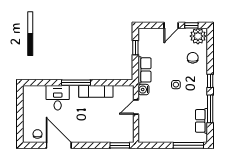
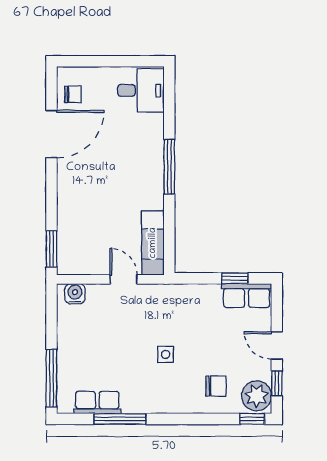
row of seats: (145, 70) -> (247, 295), moved
window: (210, 81) -> (252, 419), moved
water cooler: (144, 90) -> (75, 294), moved
exam couch: (96, 91) -> (153, 243), moved
desk: (58, 98) -> (141, 90), moved

